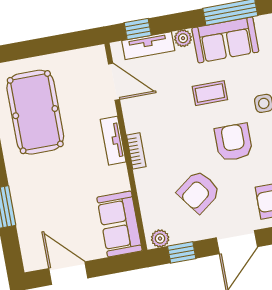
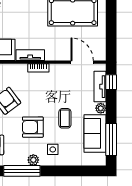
door: (114, 82) -> (82, 62), swing flipped
tv unit: (113, 141) -> (30, 55), moved
armchair: (234, 142) -> (33, 127), turned 180

